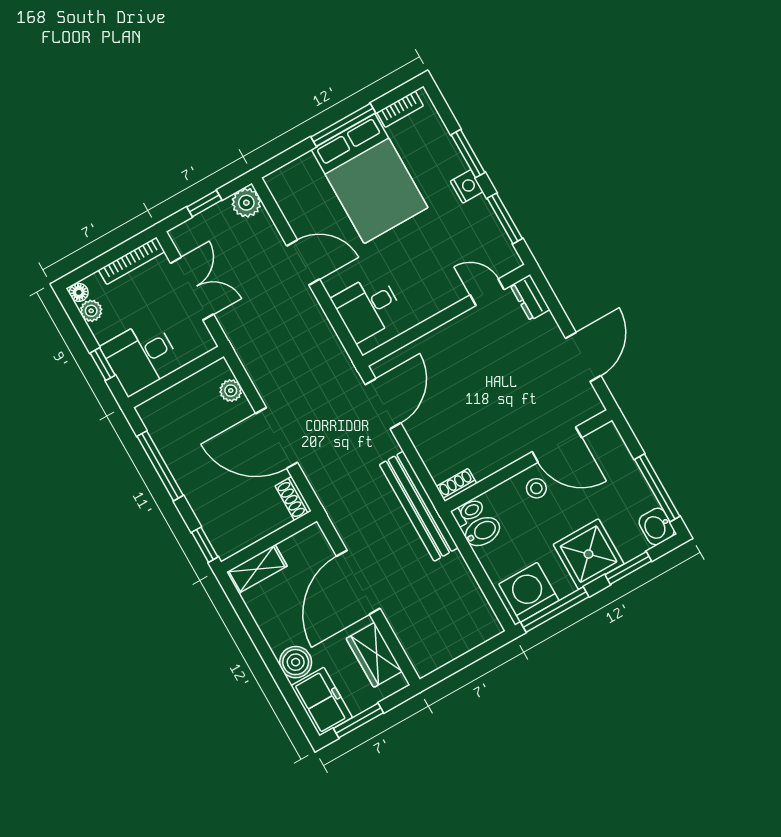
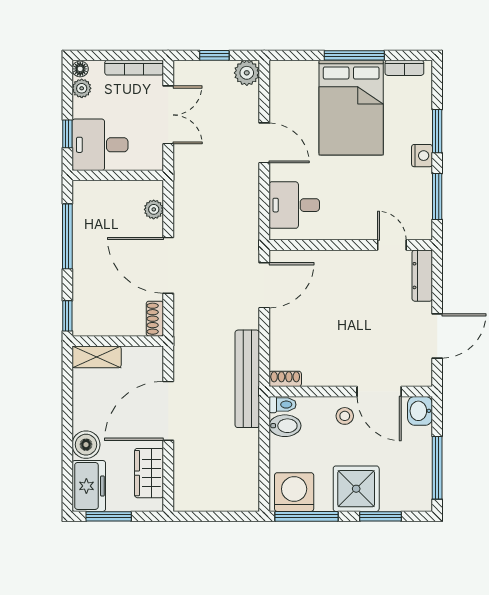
dresser: (530, 298) -> (422, 276), width x1.44
washbasin: (657, 526) -> (420, 411), moved

